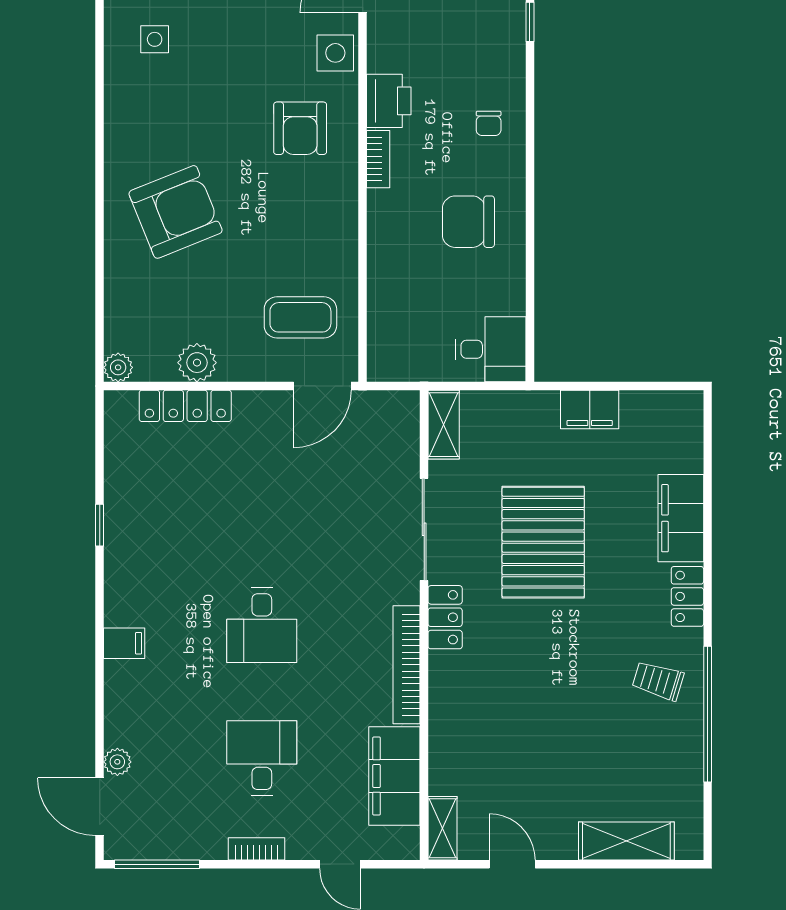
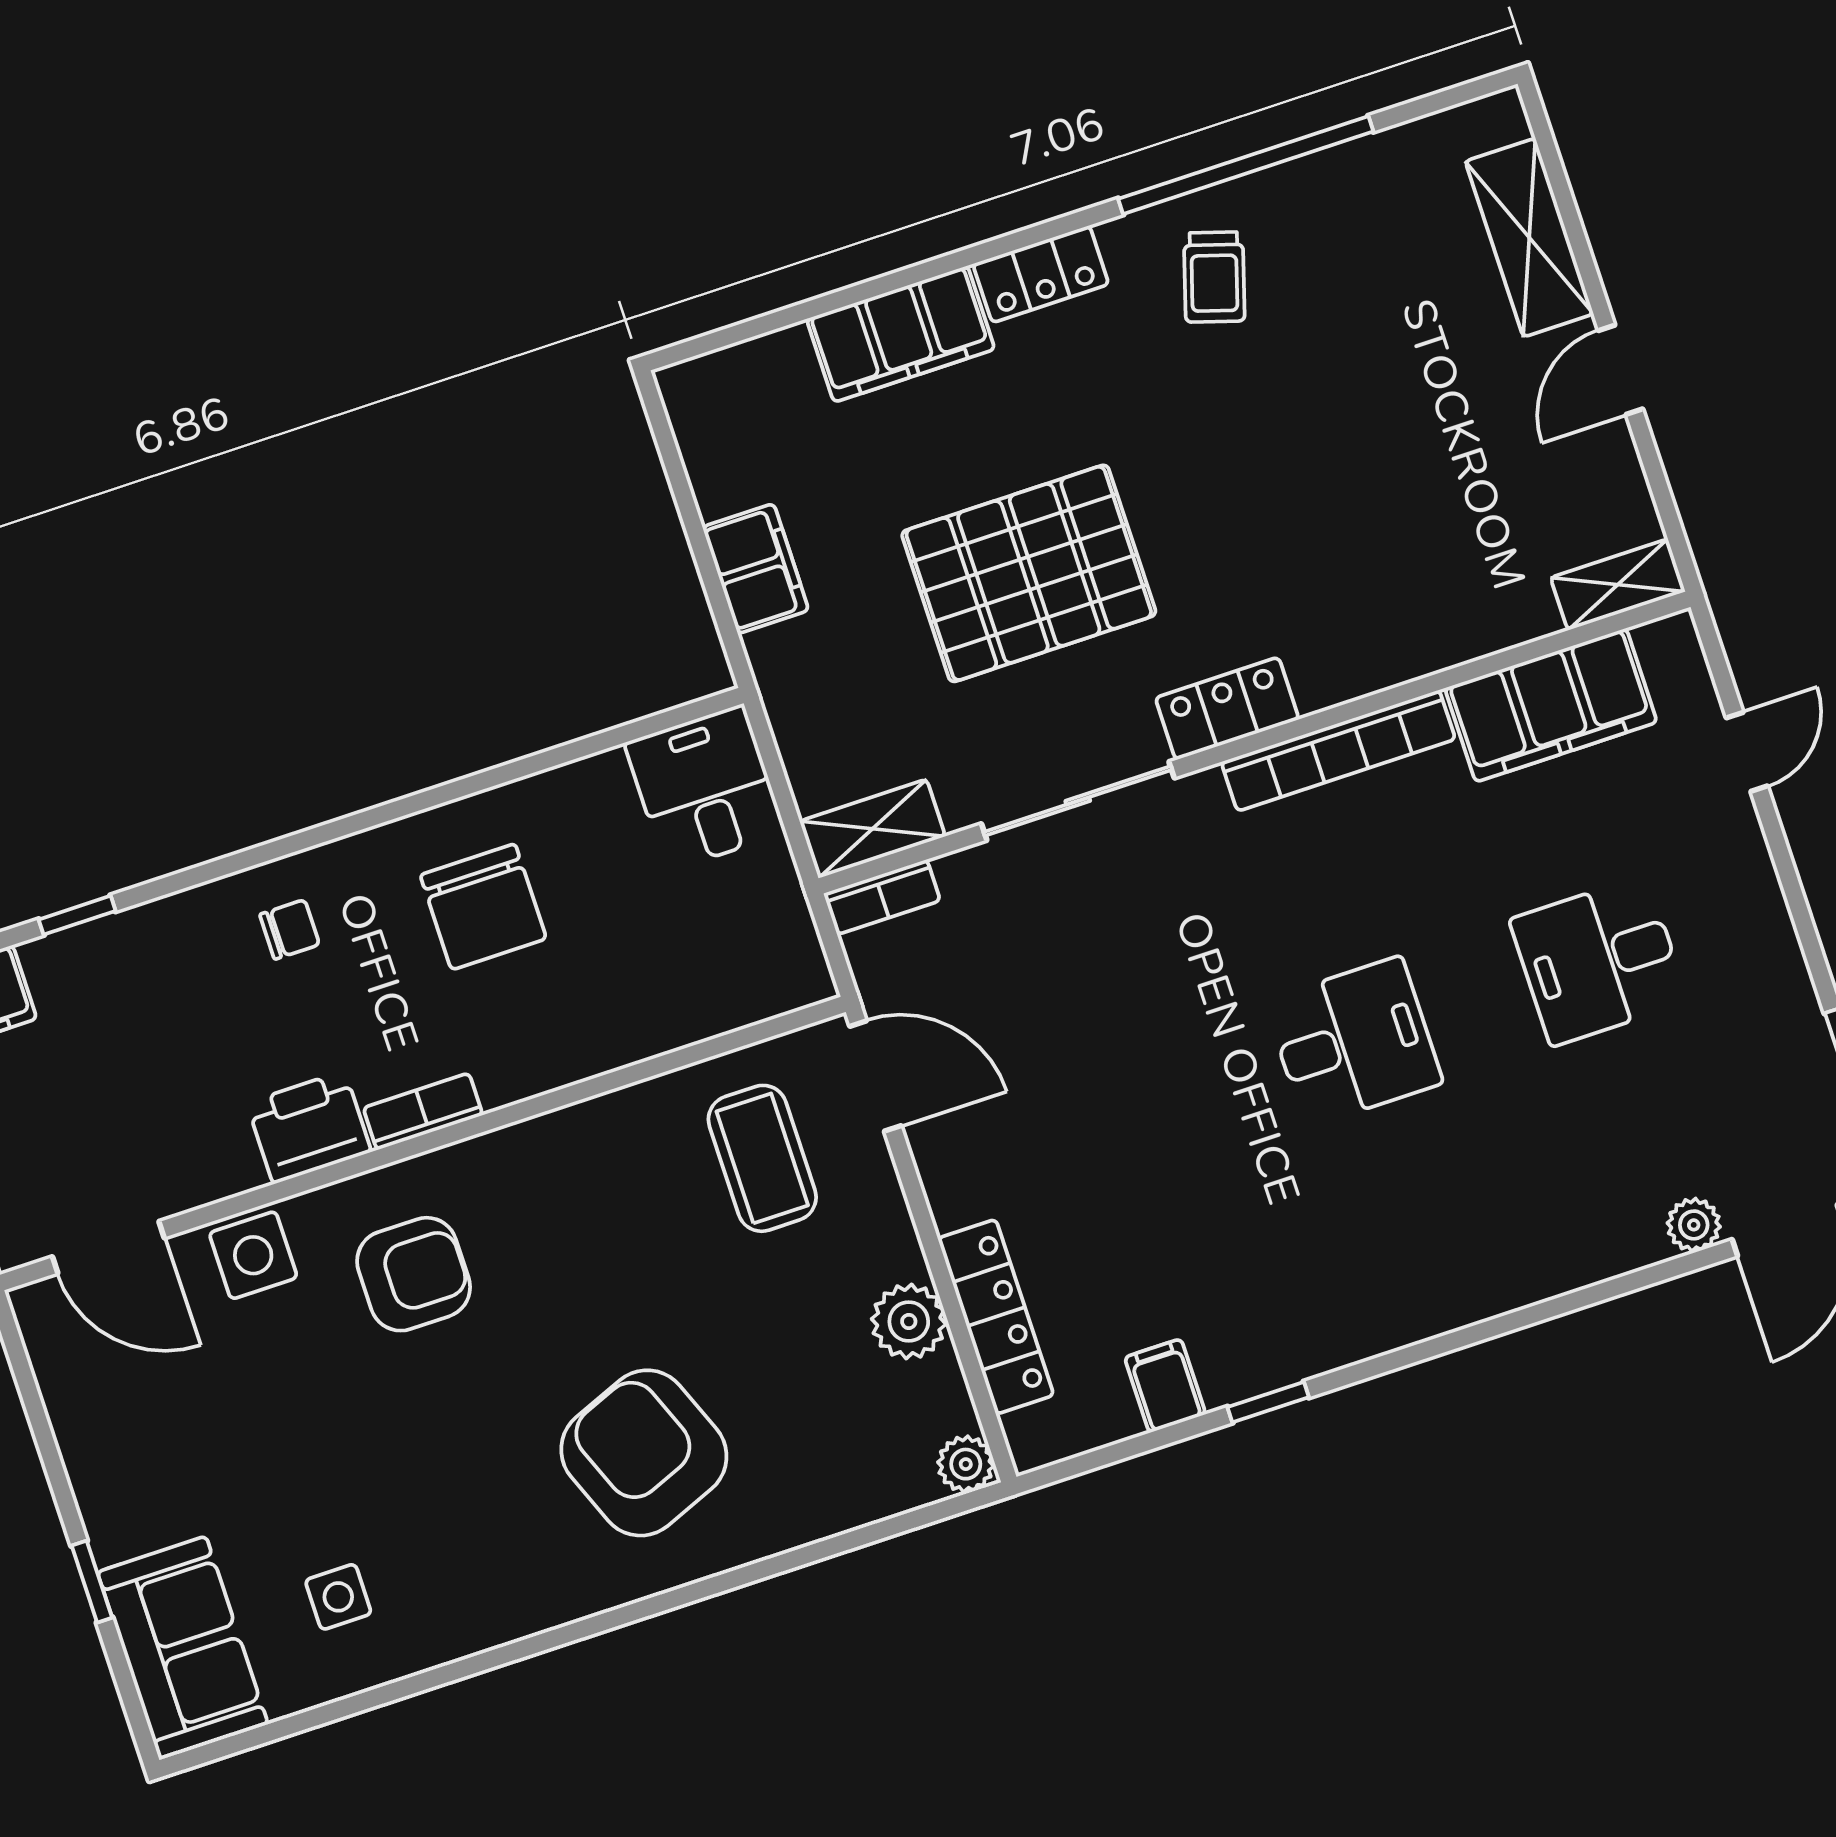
filing cabinet: (124, 643) -> (1165, 1386), moved
bookcase: (257, 849) -> (882, 897), moved, turned -90
door: (512, 864) -> (1621, 370), moved

